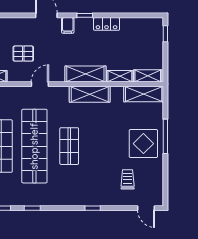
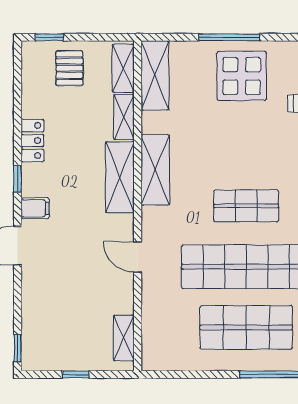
pallet: (23, 54) -> (69, 68), moved

